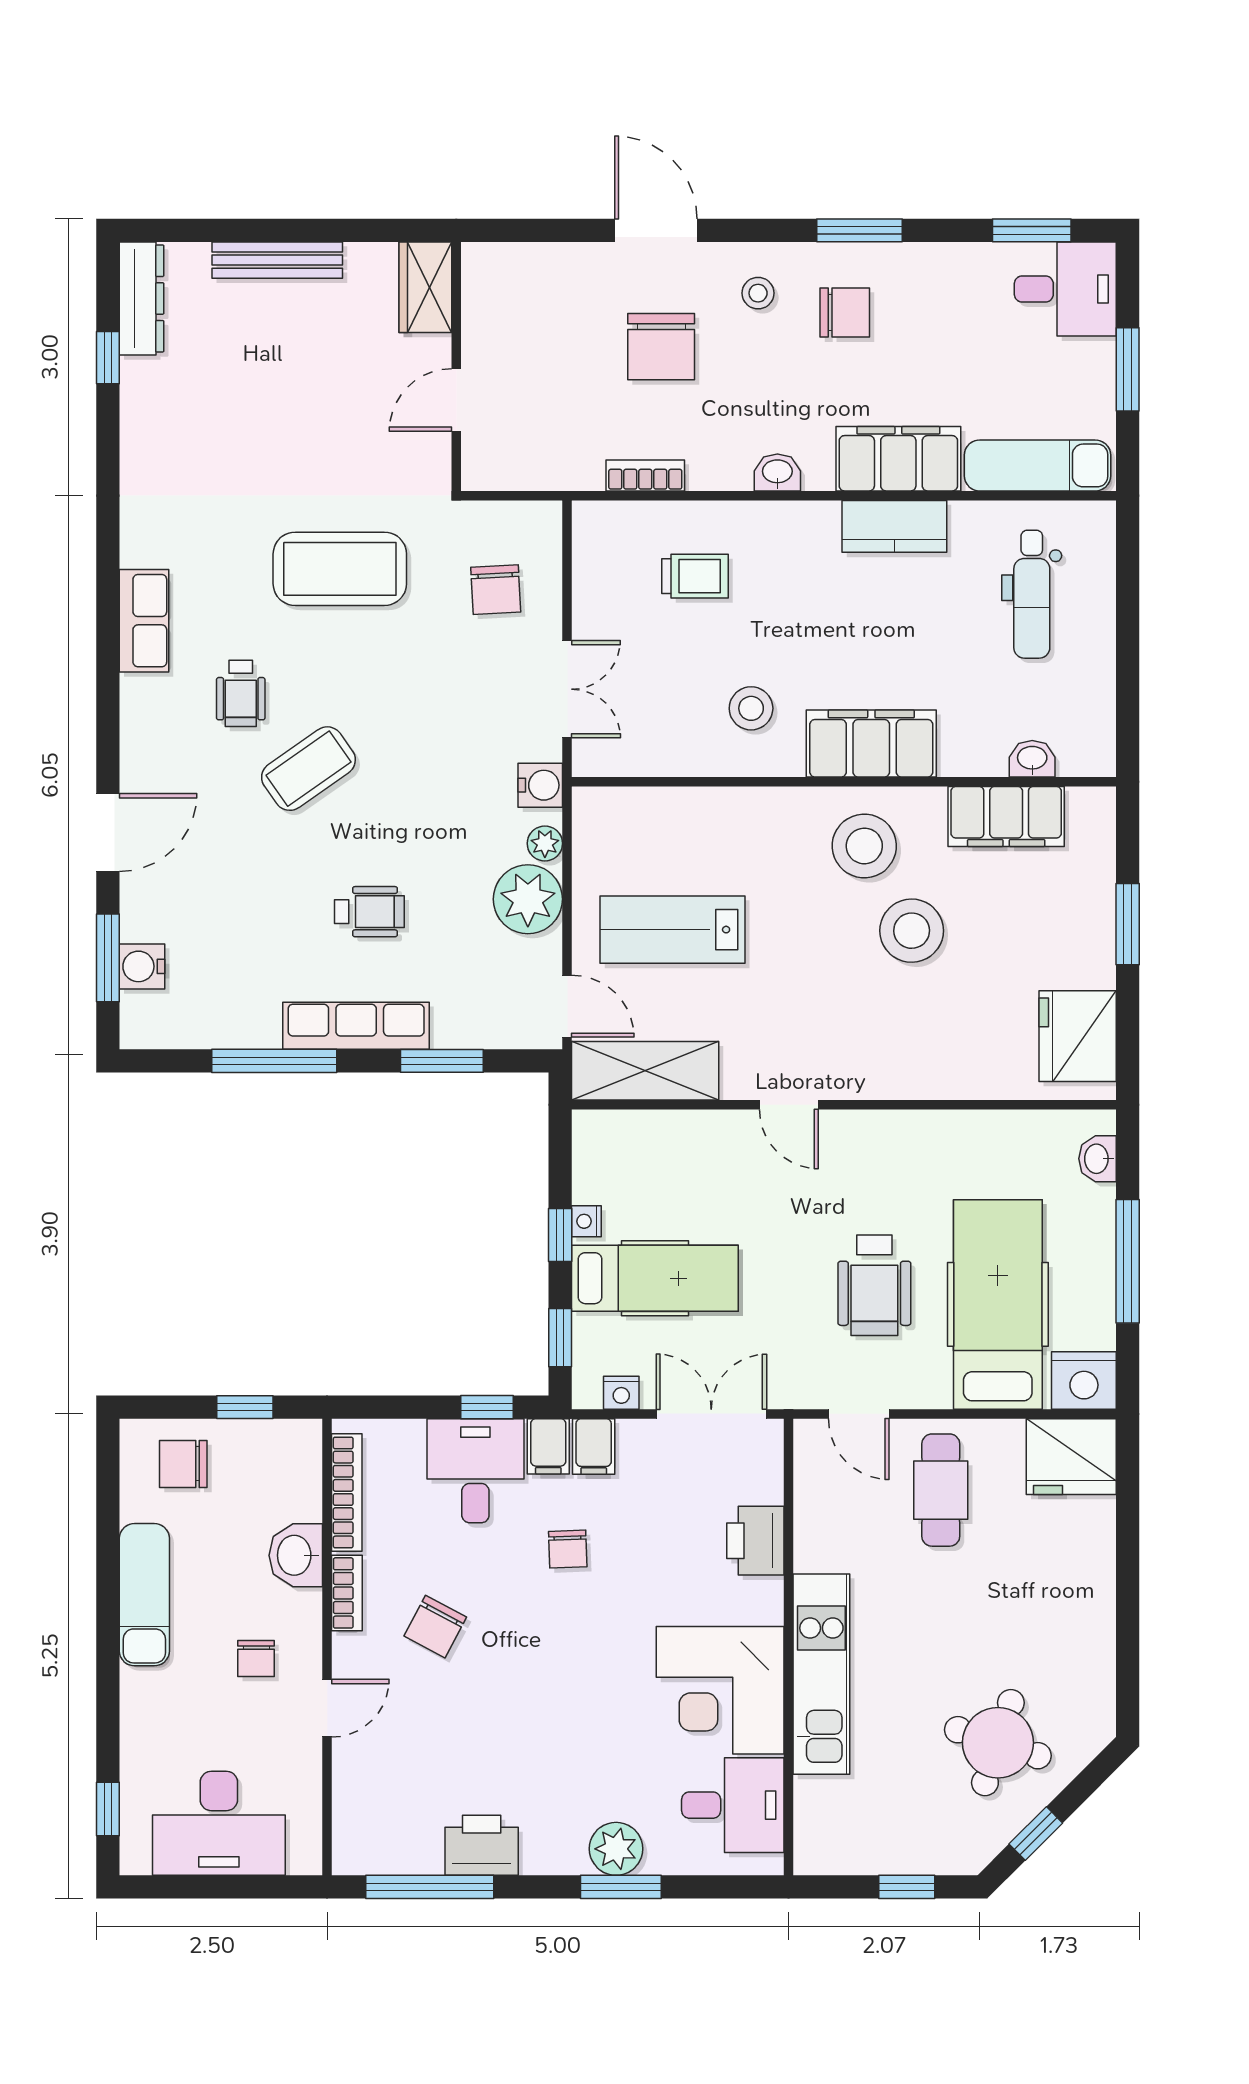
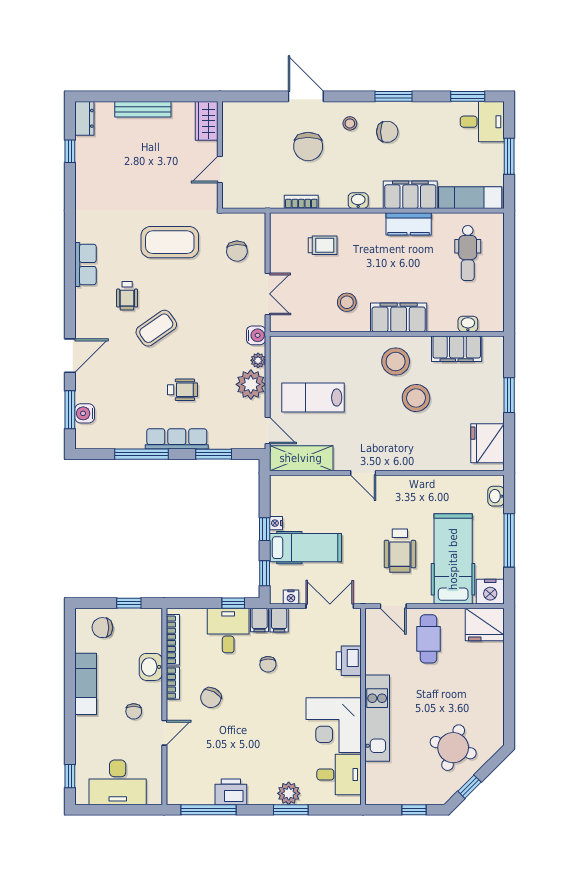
dresser: (142, 298) -> (84, 118), width x0.70

